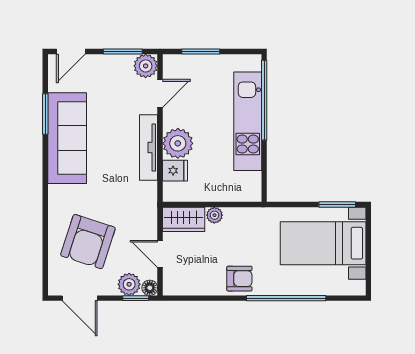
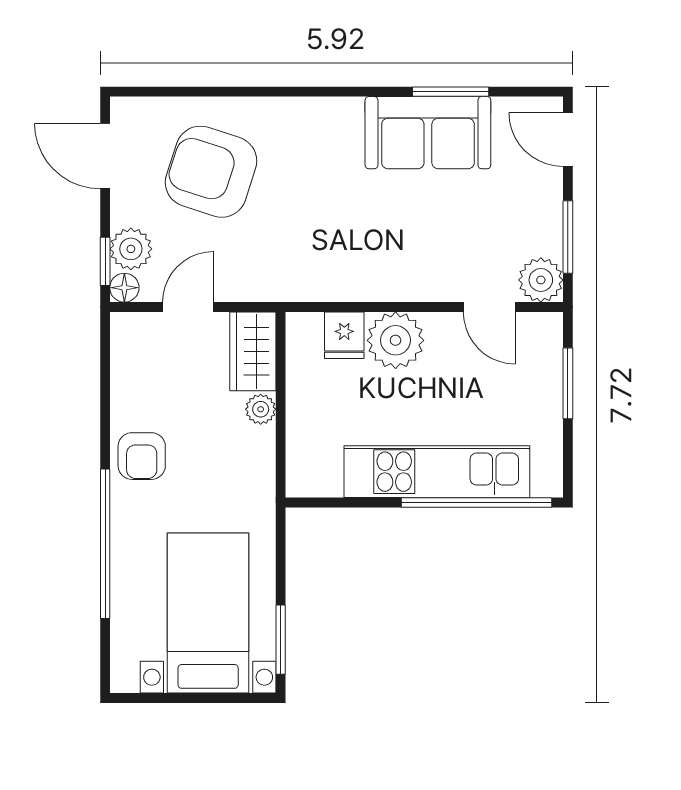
sofa: (67, 138) -> (428, 133), width x0.73
tv unit: (149, 148) -> (388, 285), removed
door: (80, 298) -> (105, 156), hinge flipped

